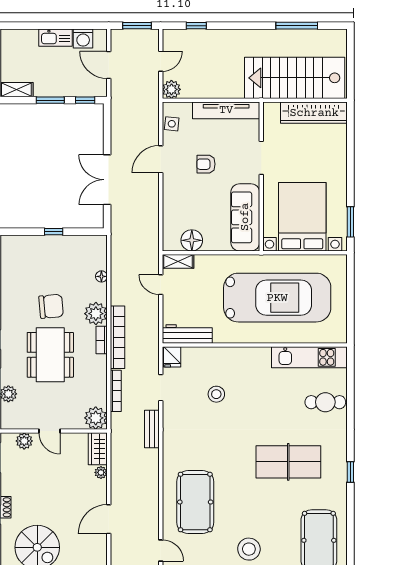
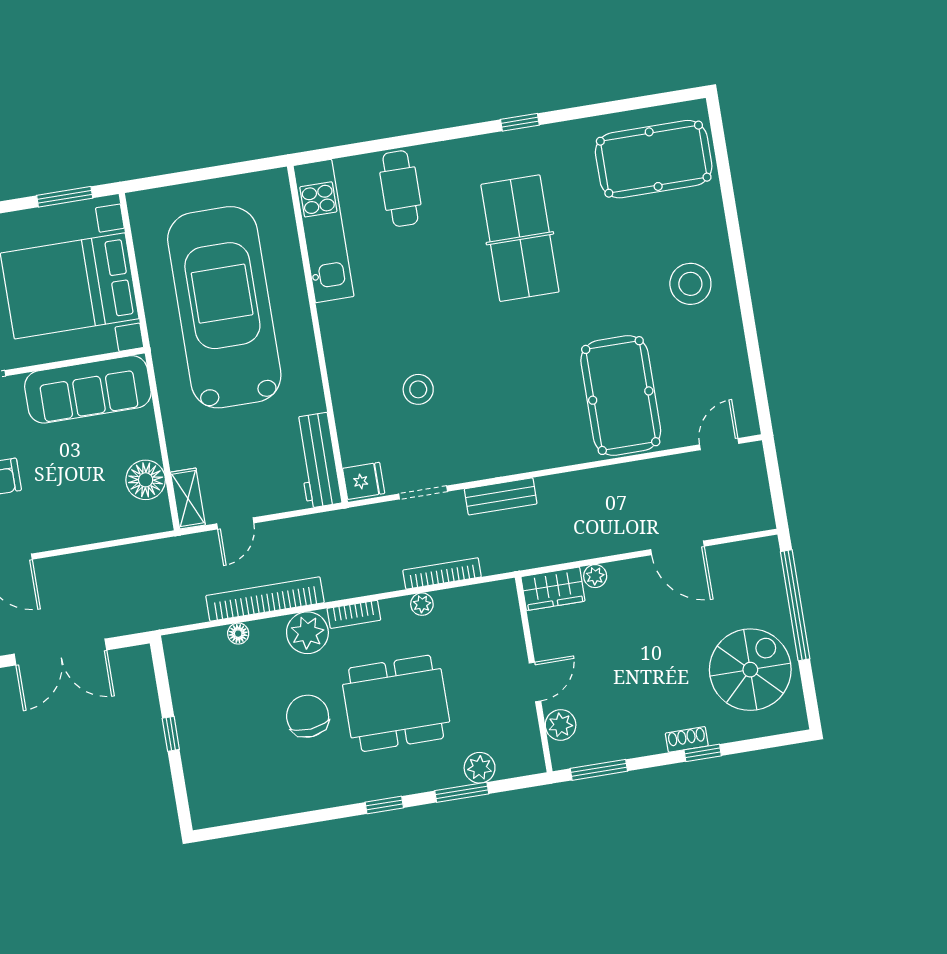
bookcase: (117, 337) -> (265, 599), moved
plant: (96, 418) -> (422, 604), moved, width x0.53, depth x0.53
pool table: (195, 502) -> (621, 396), turned 90

